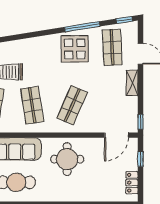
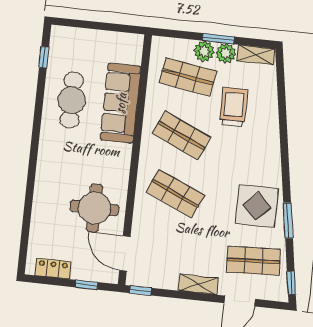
window: (82, 27) -> (288, 221), width x0.69
shop shelf: (32, 105) -> (181, 135), turned 33
round table: (67, 159) -> (95, 208), moved

